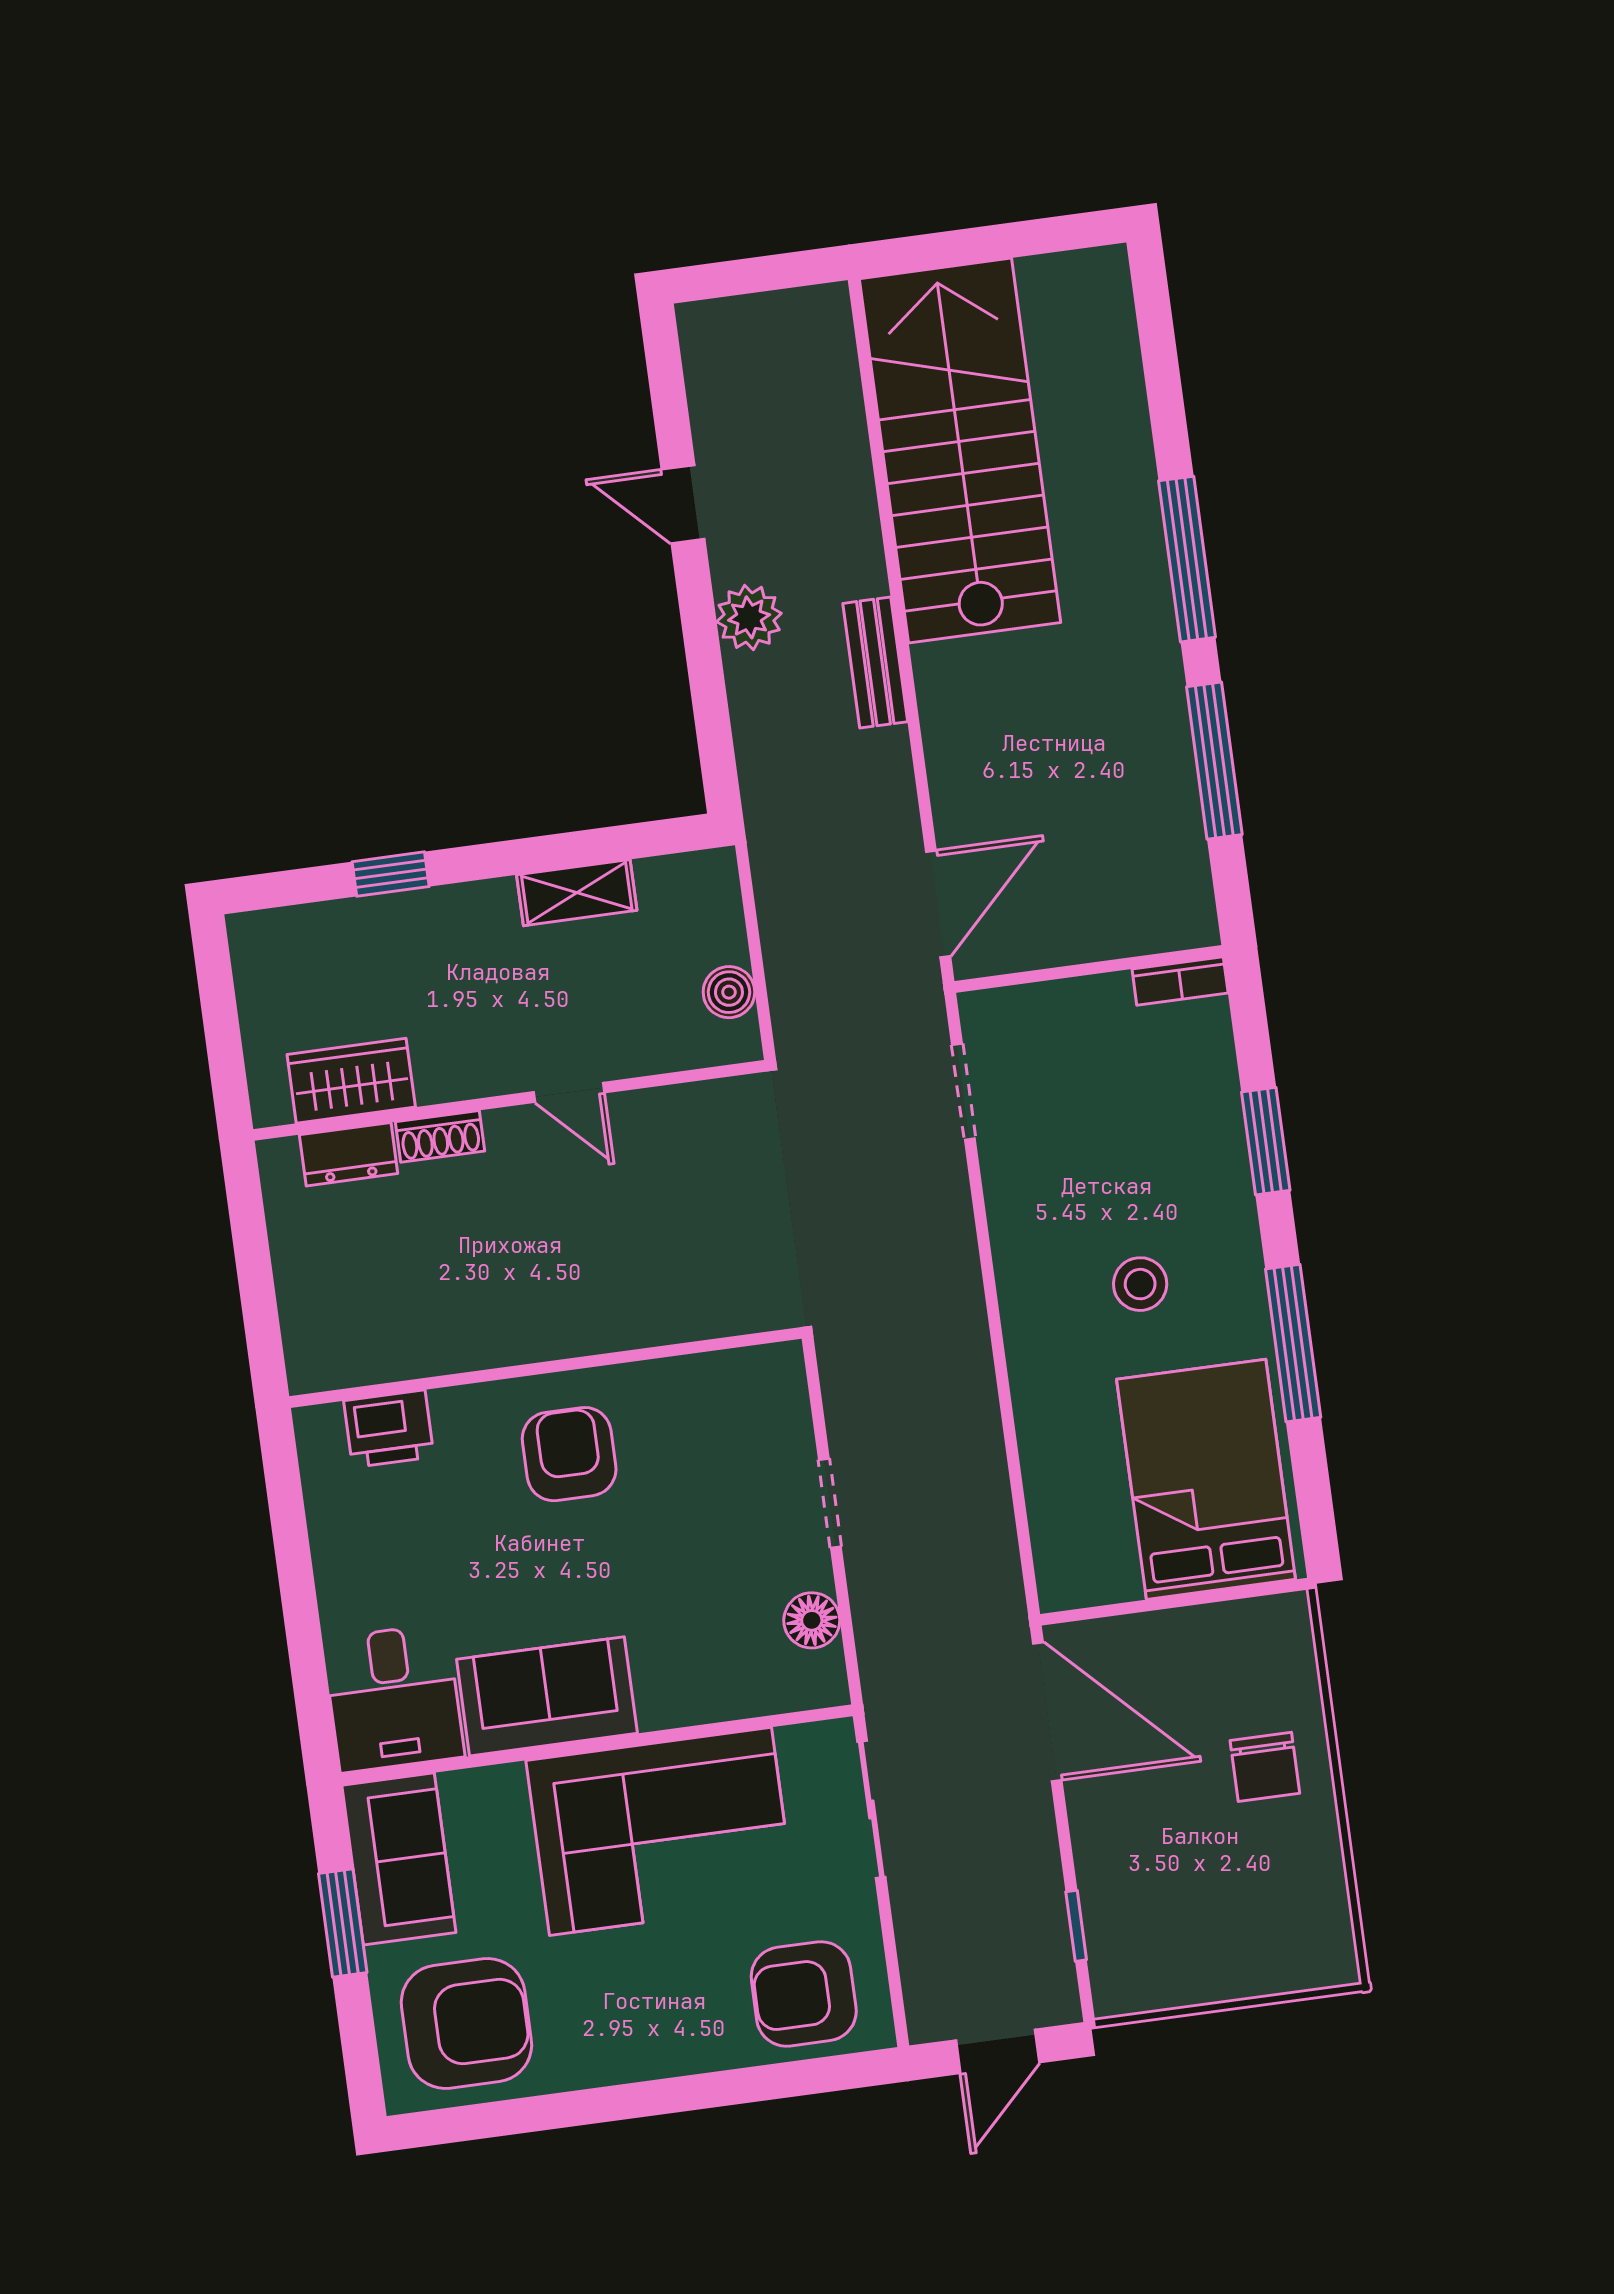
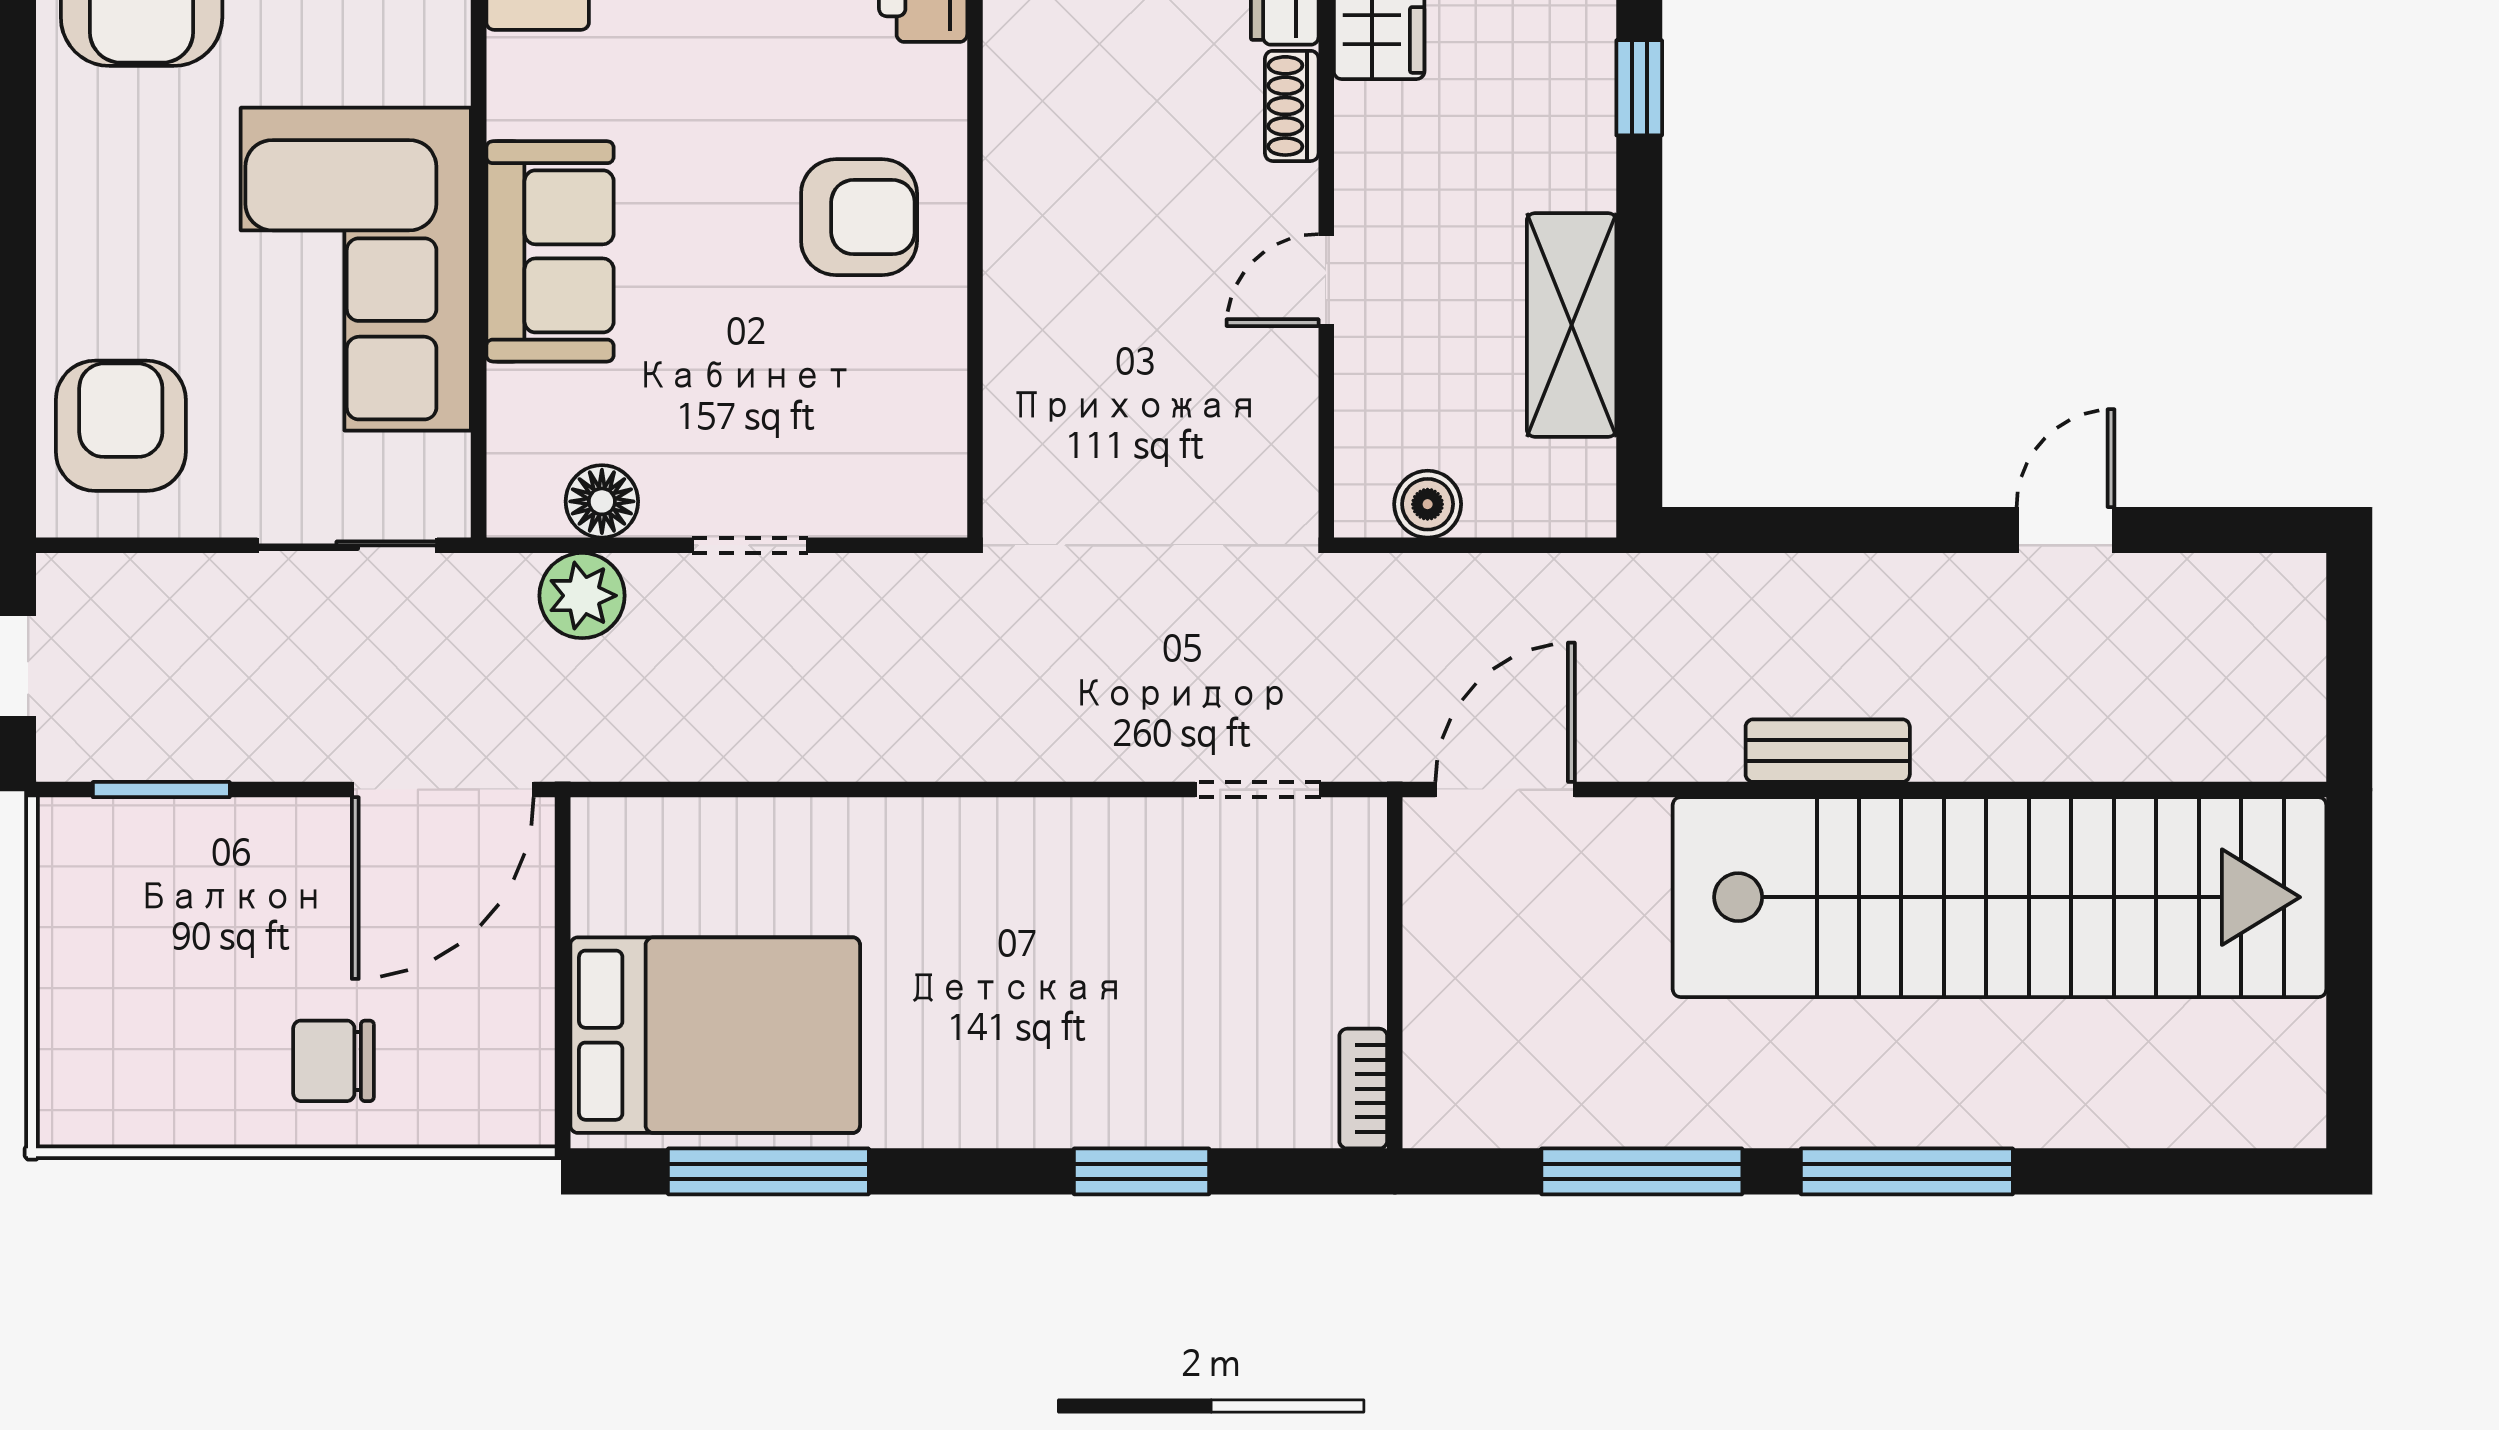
stairs: (960, 451) -> (2000, 897), width x1.36
plant: (749, 617) -> (582, 596), moved
shelving: (577, 893) -> (1572, 325), width x1.50, depth x1.33
door: (938, 904) -> (1505, 790), swing flipped
stool: (1140, 1284) -> (979, 984), removed
window: (1293, 1343) -> (768, 1171), moved
sofa: (547, 1696) -> (550, 251), moved
window: (1076, 1926) -> (161, 790), width x1.50

